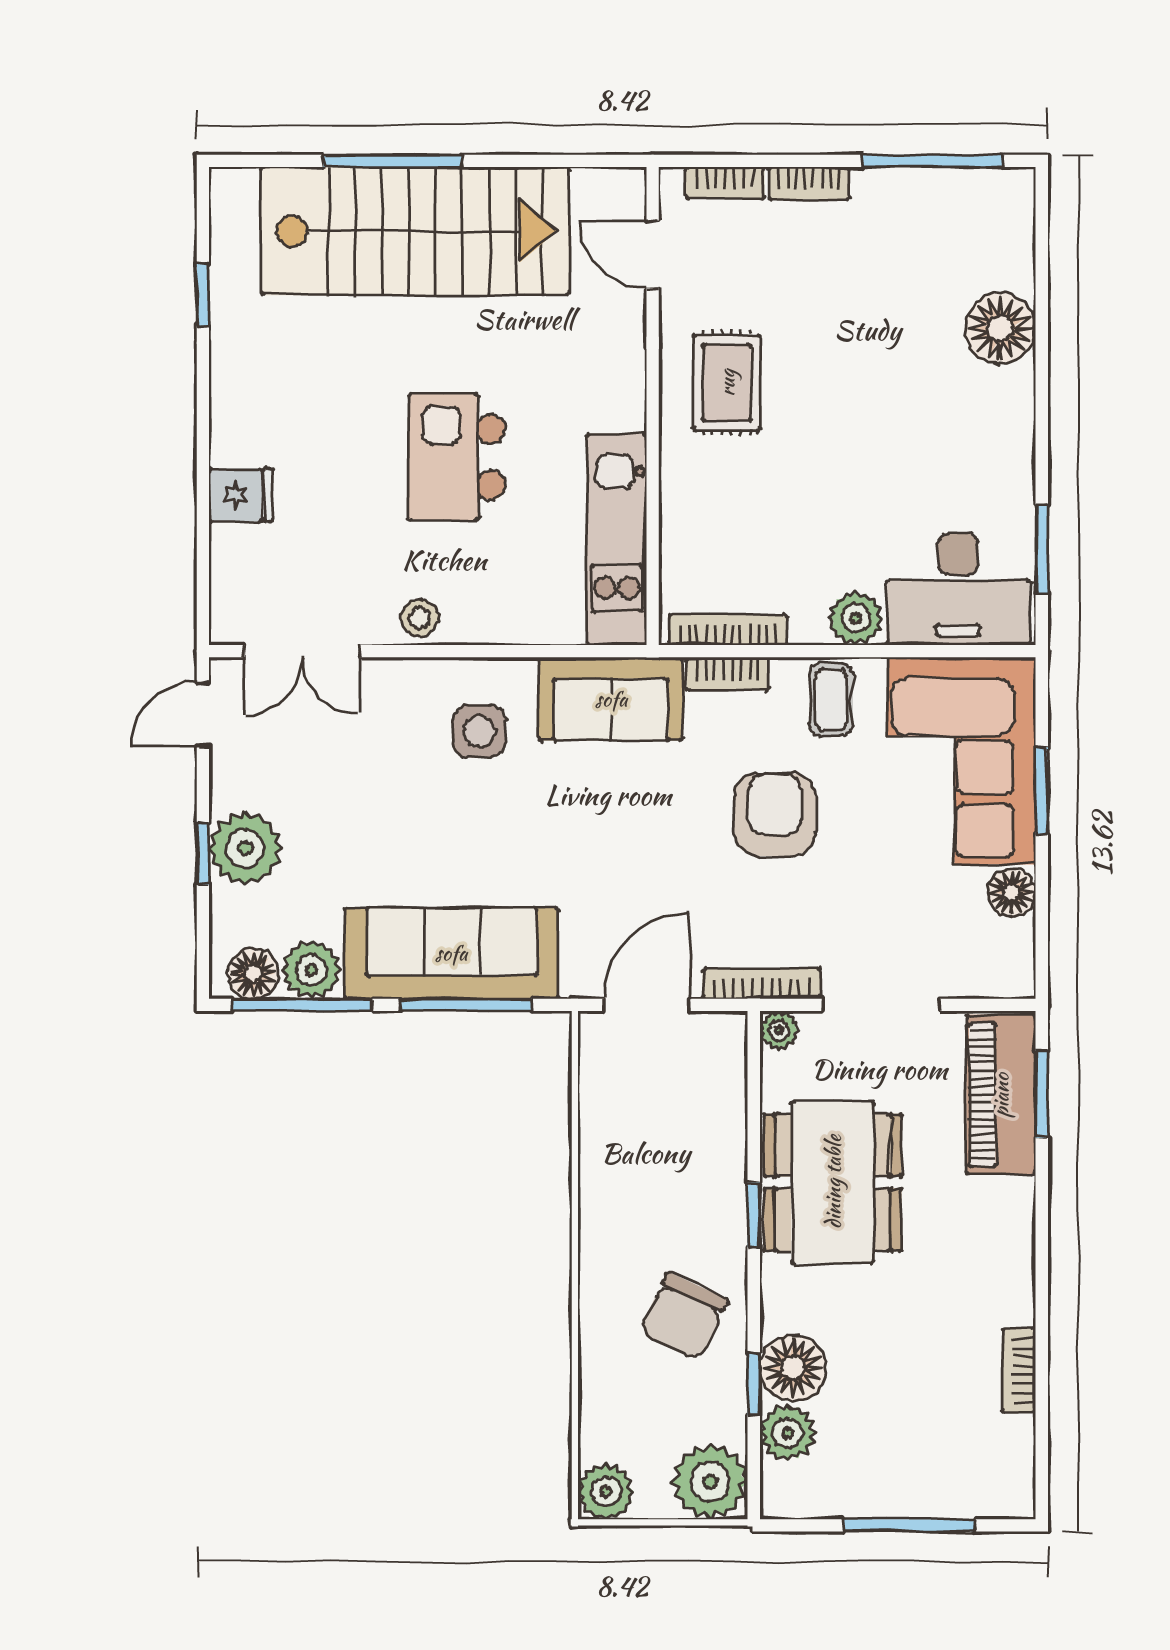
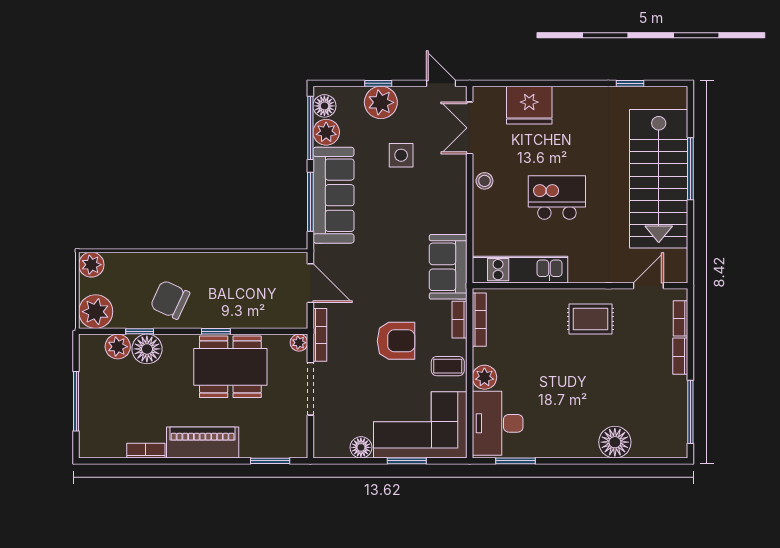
fridge: (241, 495) -> (529, 105), width x1.88, depth x1.34
side table: (479, 731) -> (401, 155), moved
piano: (1001, 1095) -> (203, 443), moved

